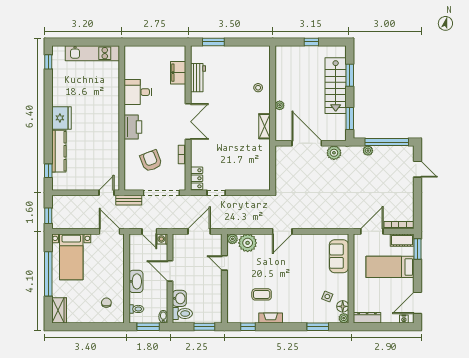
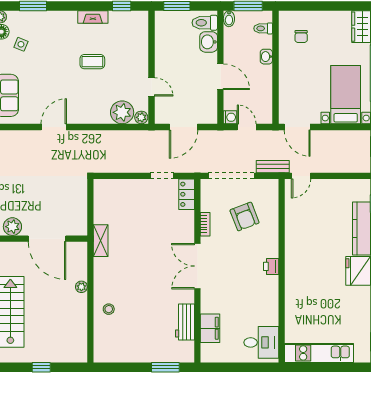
desk: (138, 92) -> (261, 342), moved
shelving: (265, 126) -> (101, 241), moved
printer: (133, 127) -> (271, 266), width x0.53, depth x0.68
door: (282, 231) -> (54, 127), moved
washbasin: (136, 281) -> (266, 57), width x0.52, depth x0.69
coffee table: (262, 294) -> (92, 62), moved

